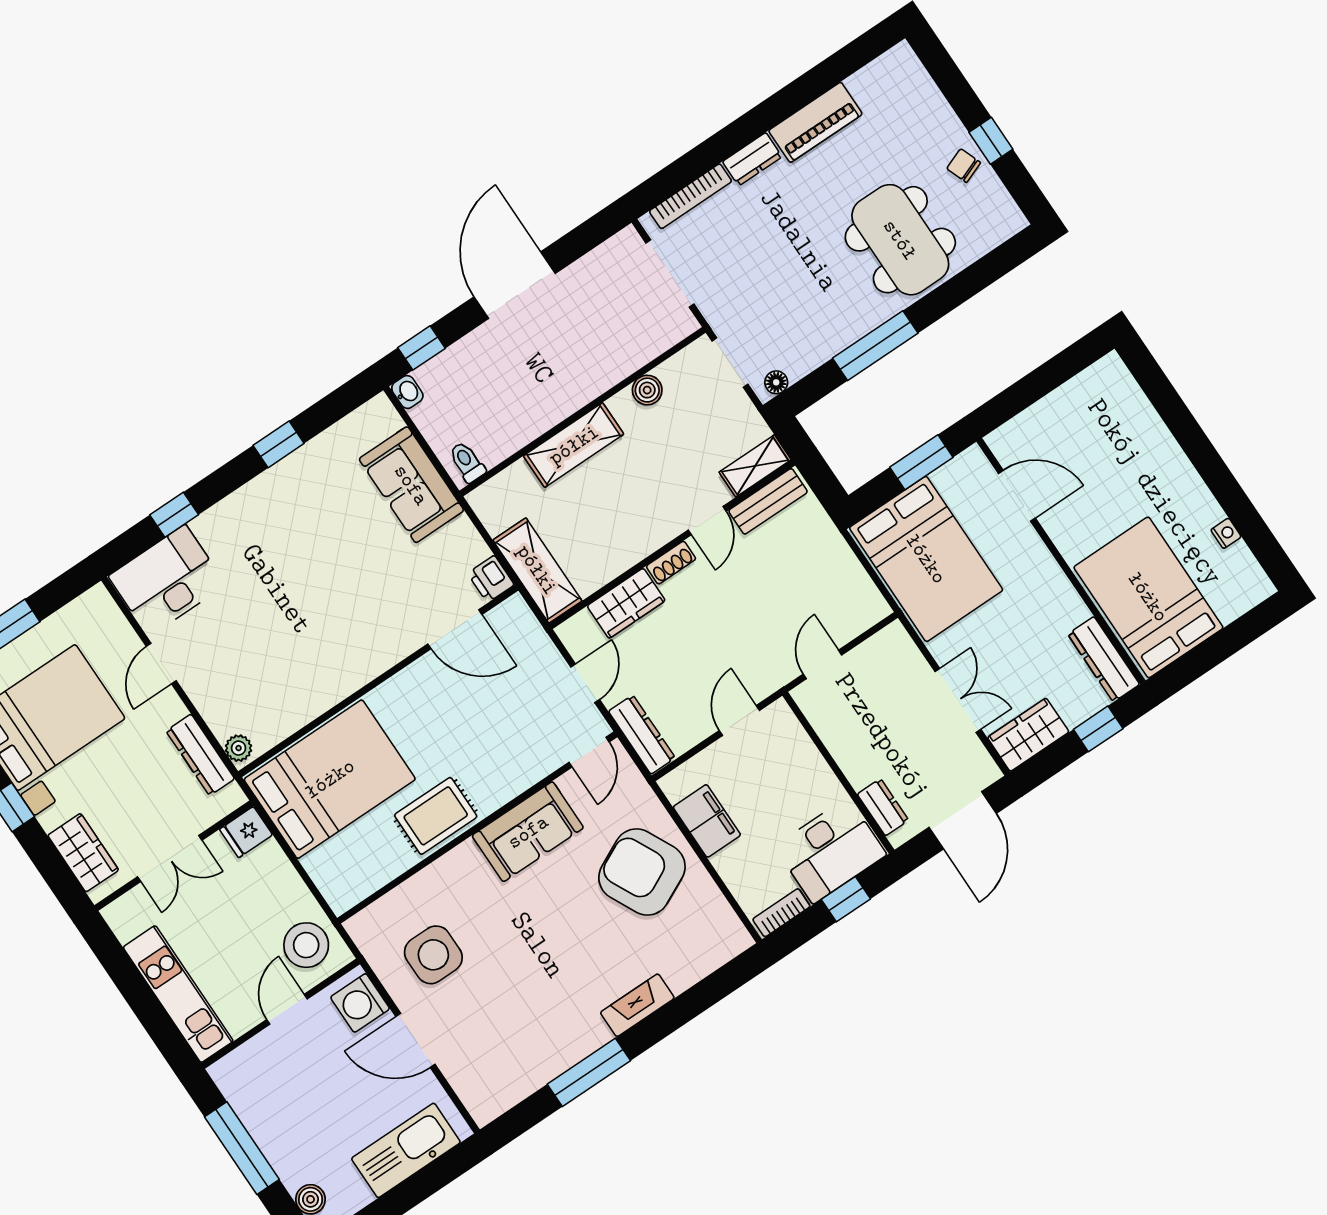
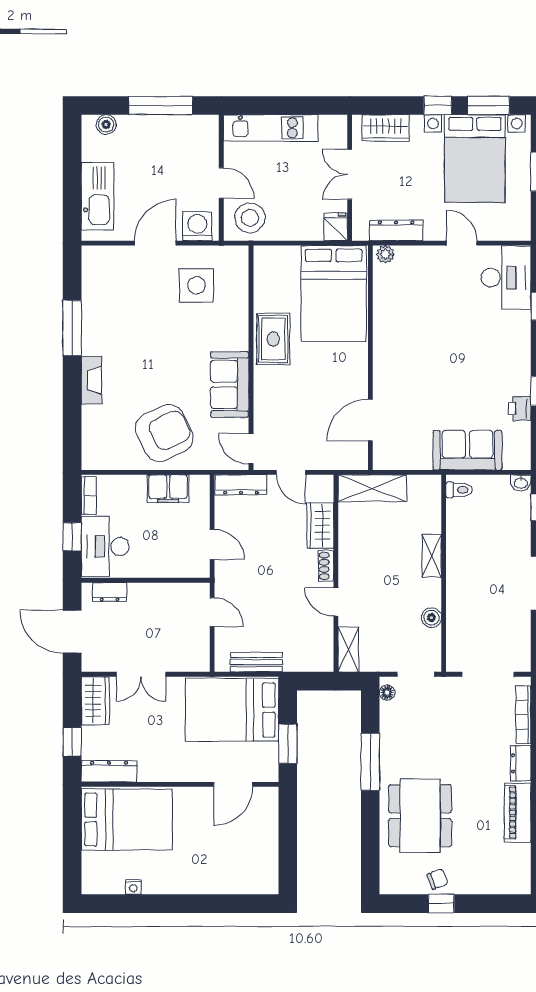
dining table: (900, 240) -> (420, 816), turned 90
shelving: (574, 445) -> (432, 556), width x0.67, depth x0.75
bench: (768, 501) -> (256, 662), moved, turned 90
printer: (491, 579) -> (520, 408), moved, turned -90

